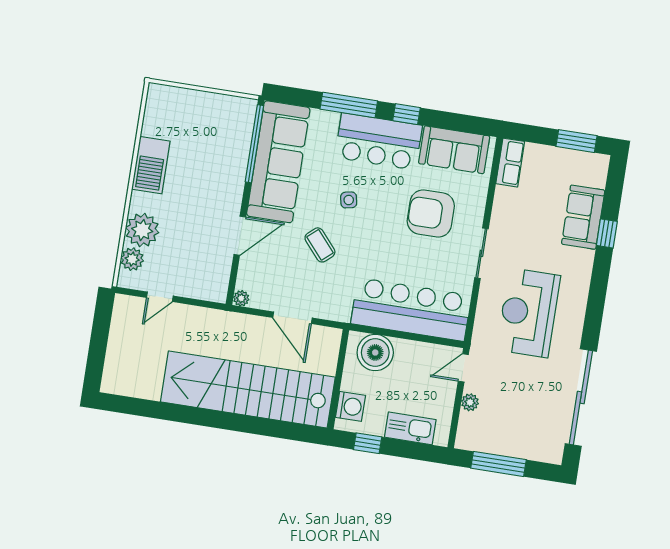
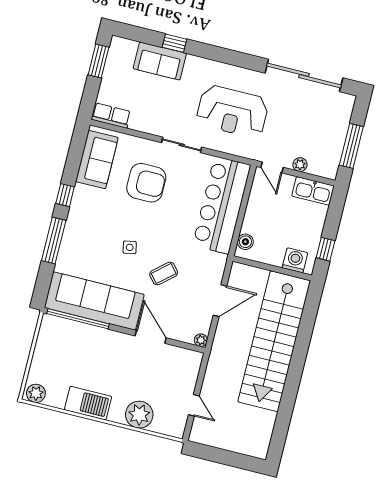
bar counter: (379, 141) -> (85, 219), removed
armchair: (431, 213) -> (146, 183), turned -90
plant: (132, 259) -> (36, 393), moved
boiler: (375, 353) -> (245, 242), width x0.54, depth x0.54
kitchen sink: (410, 428) -> (313, 191), moved, turned -90

